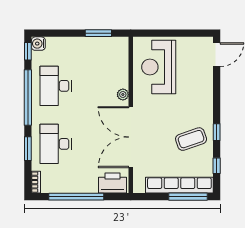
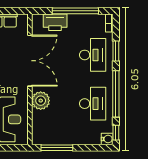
window: (98, 33) -> (57, 148), width x1.44
plant: (123, 95) -> (41, 101), width x1.88, depth x1.88
printer: (113, 183) -> (55, 22), moved

